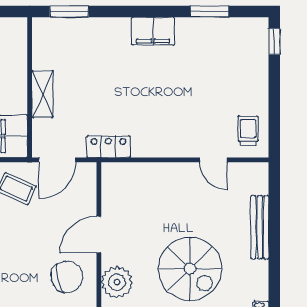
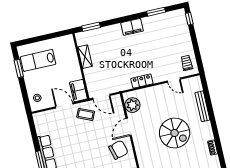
shelving: (43, 94) -> (85, 57), moved
locker: (108, 147) -> (142, 81), moved
door: (57, 160) -> (101, 97), hinge flipped
plant: (117, 282) -> (132, 105), moved

